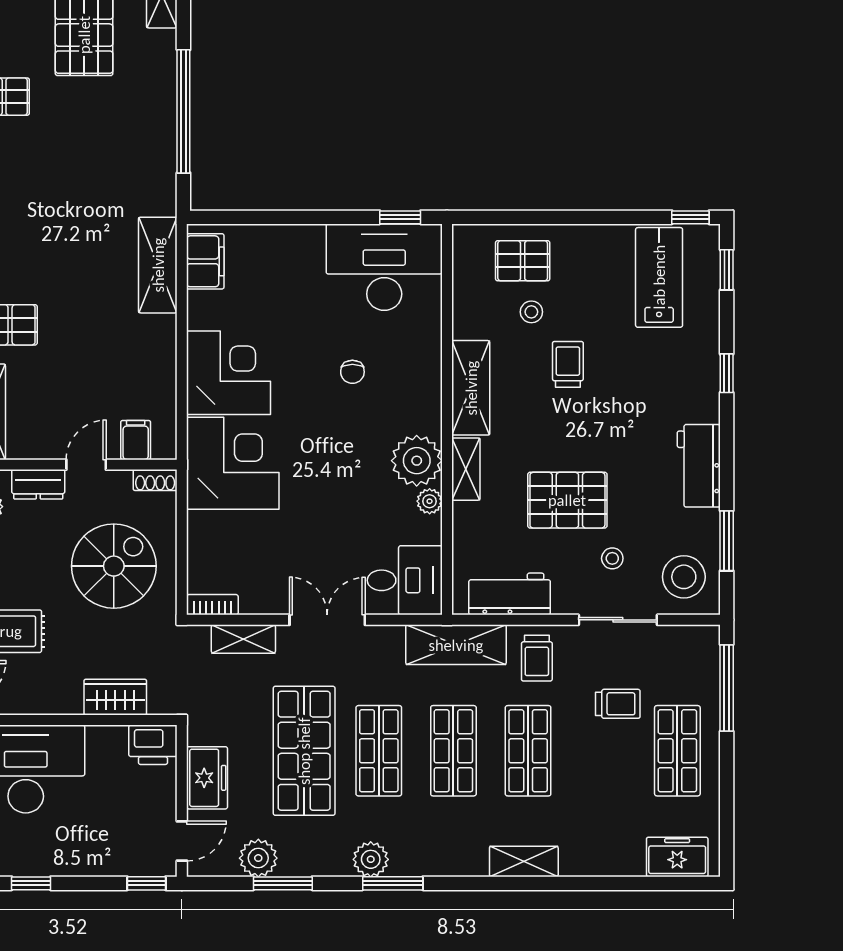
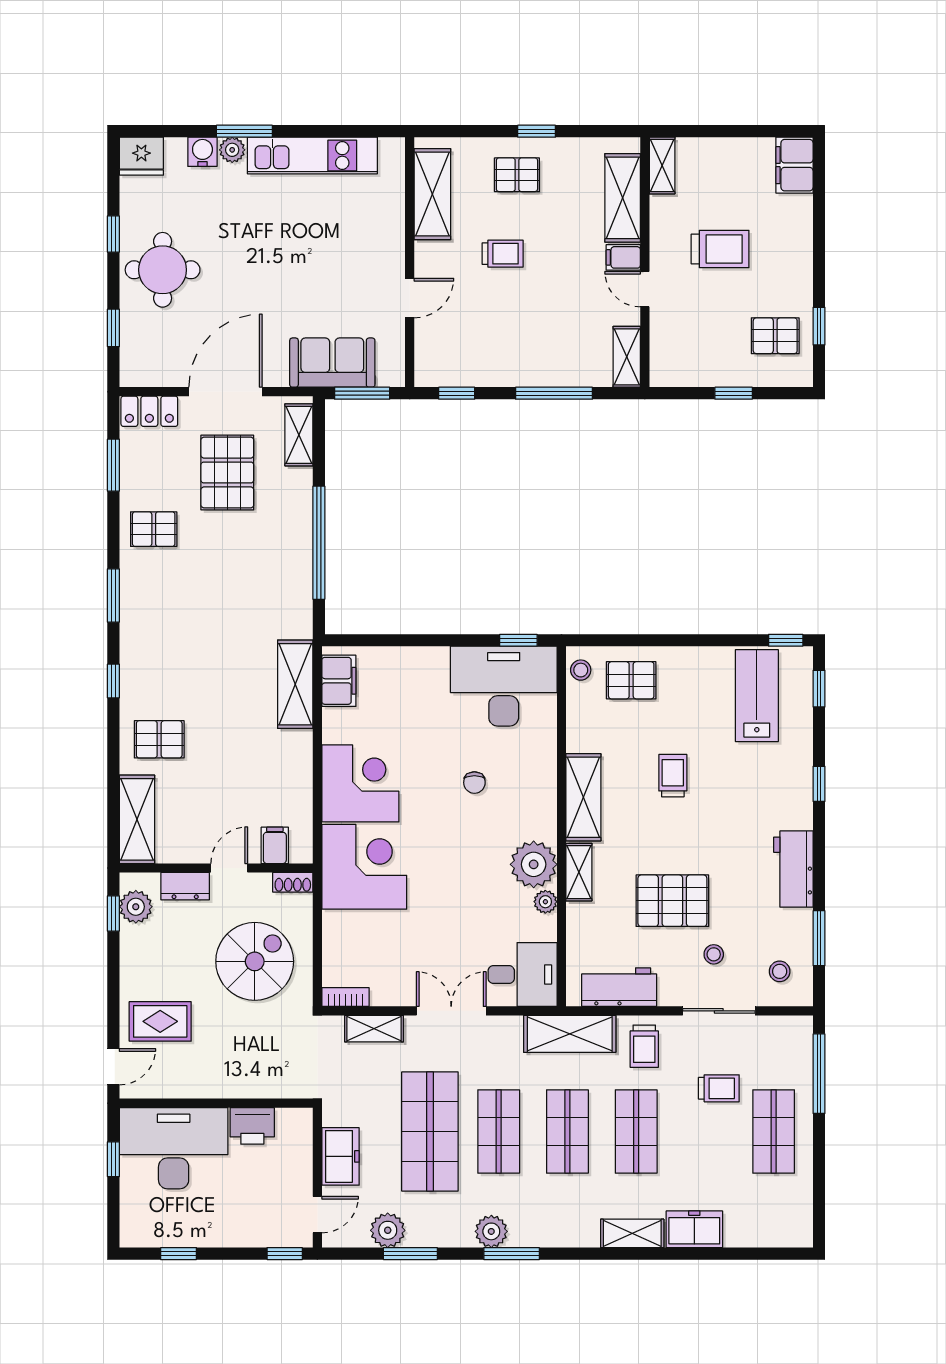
stool: (531, 312) -> (581, 670), moved
stool: (684, 577) -> (780, 971), width x0.53, depth x0.53
wardrobe: (115, 697) -> (256, 1082), removed
printer: (153, 745) -> (252, 1126), moved
freezer: (677, 857) -> (694, 1229), moved

